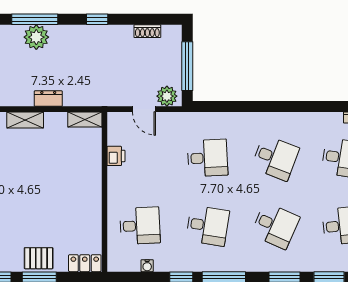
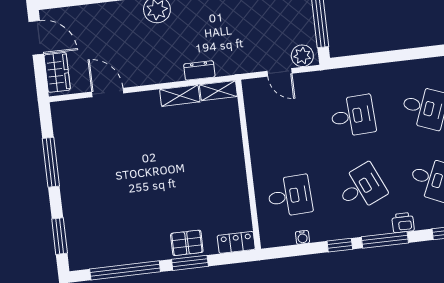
dresser: (48, 99) -> (199, 70), moved
shelving: (25, 120) -> (180, 96), moved
printer: (116, 156) -> (403, 223), moved, turned -90
desk: (208, 226) -> (361, 188), turned -33

